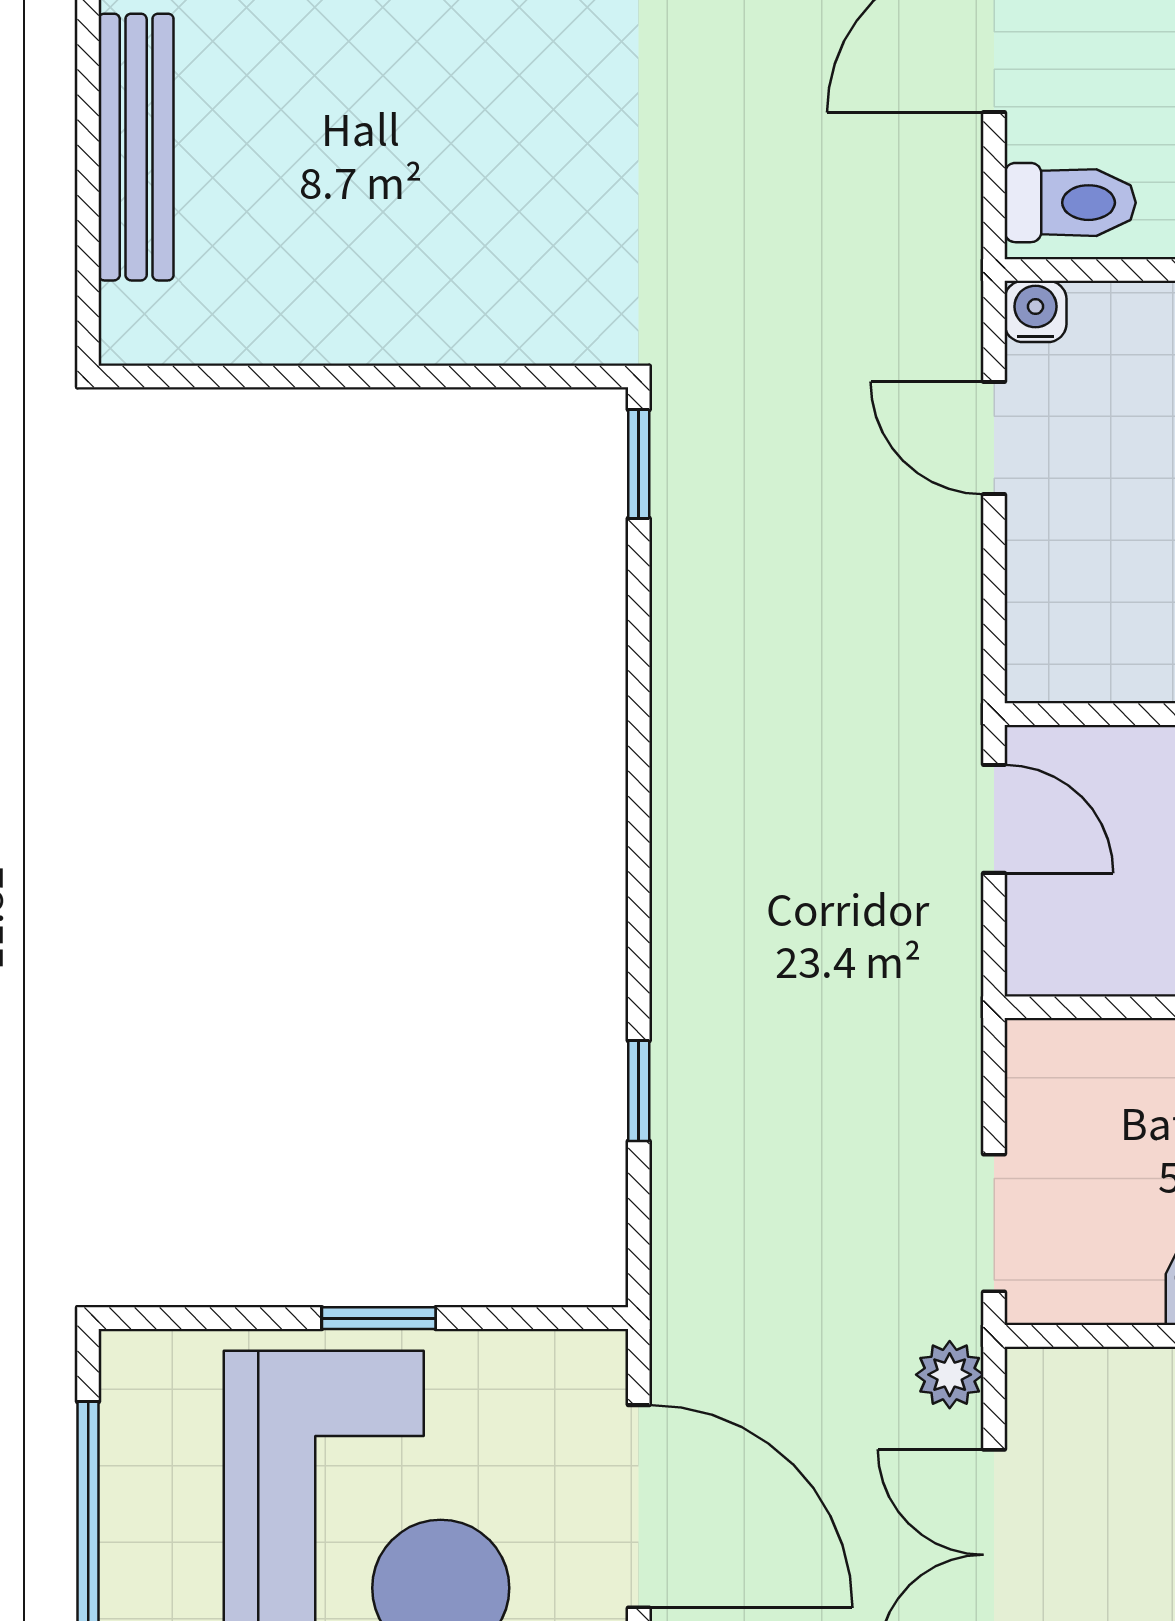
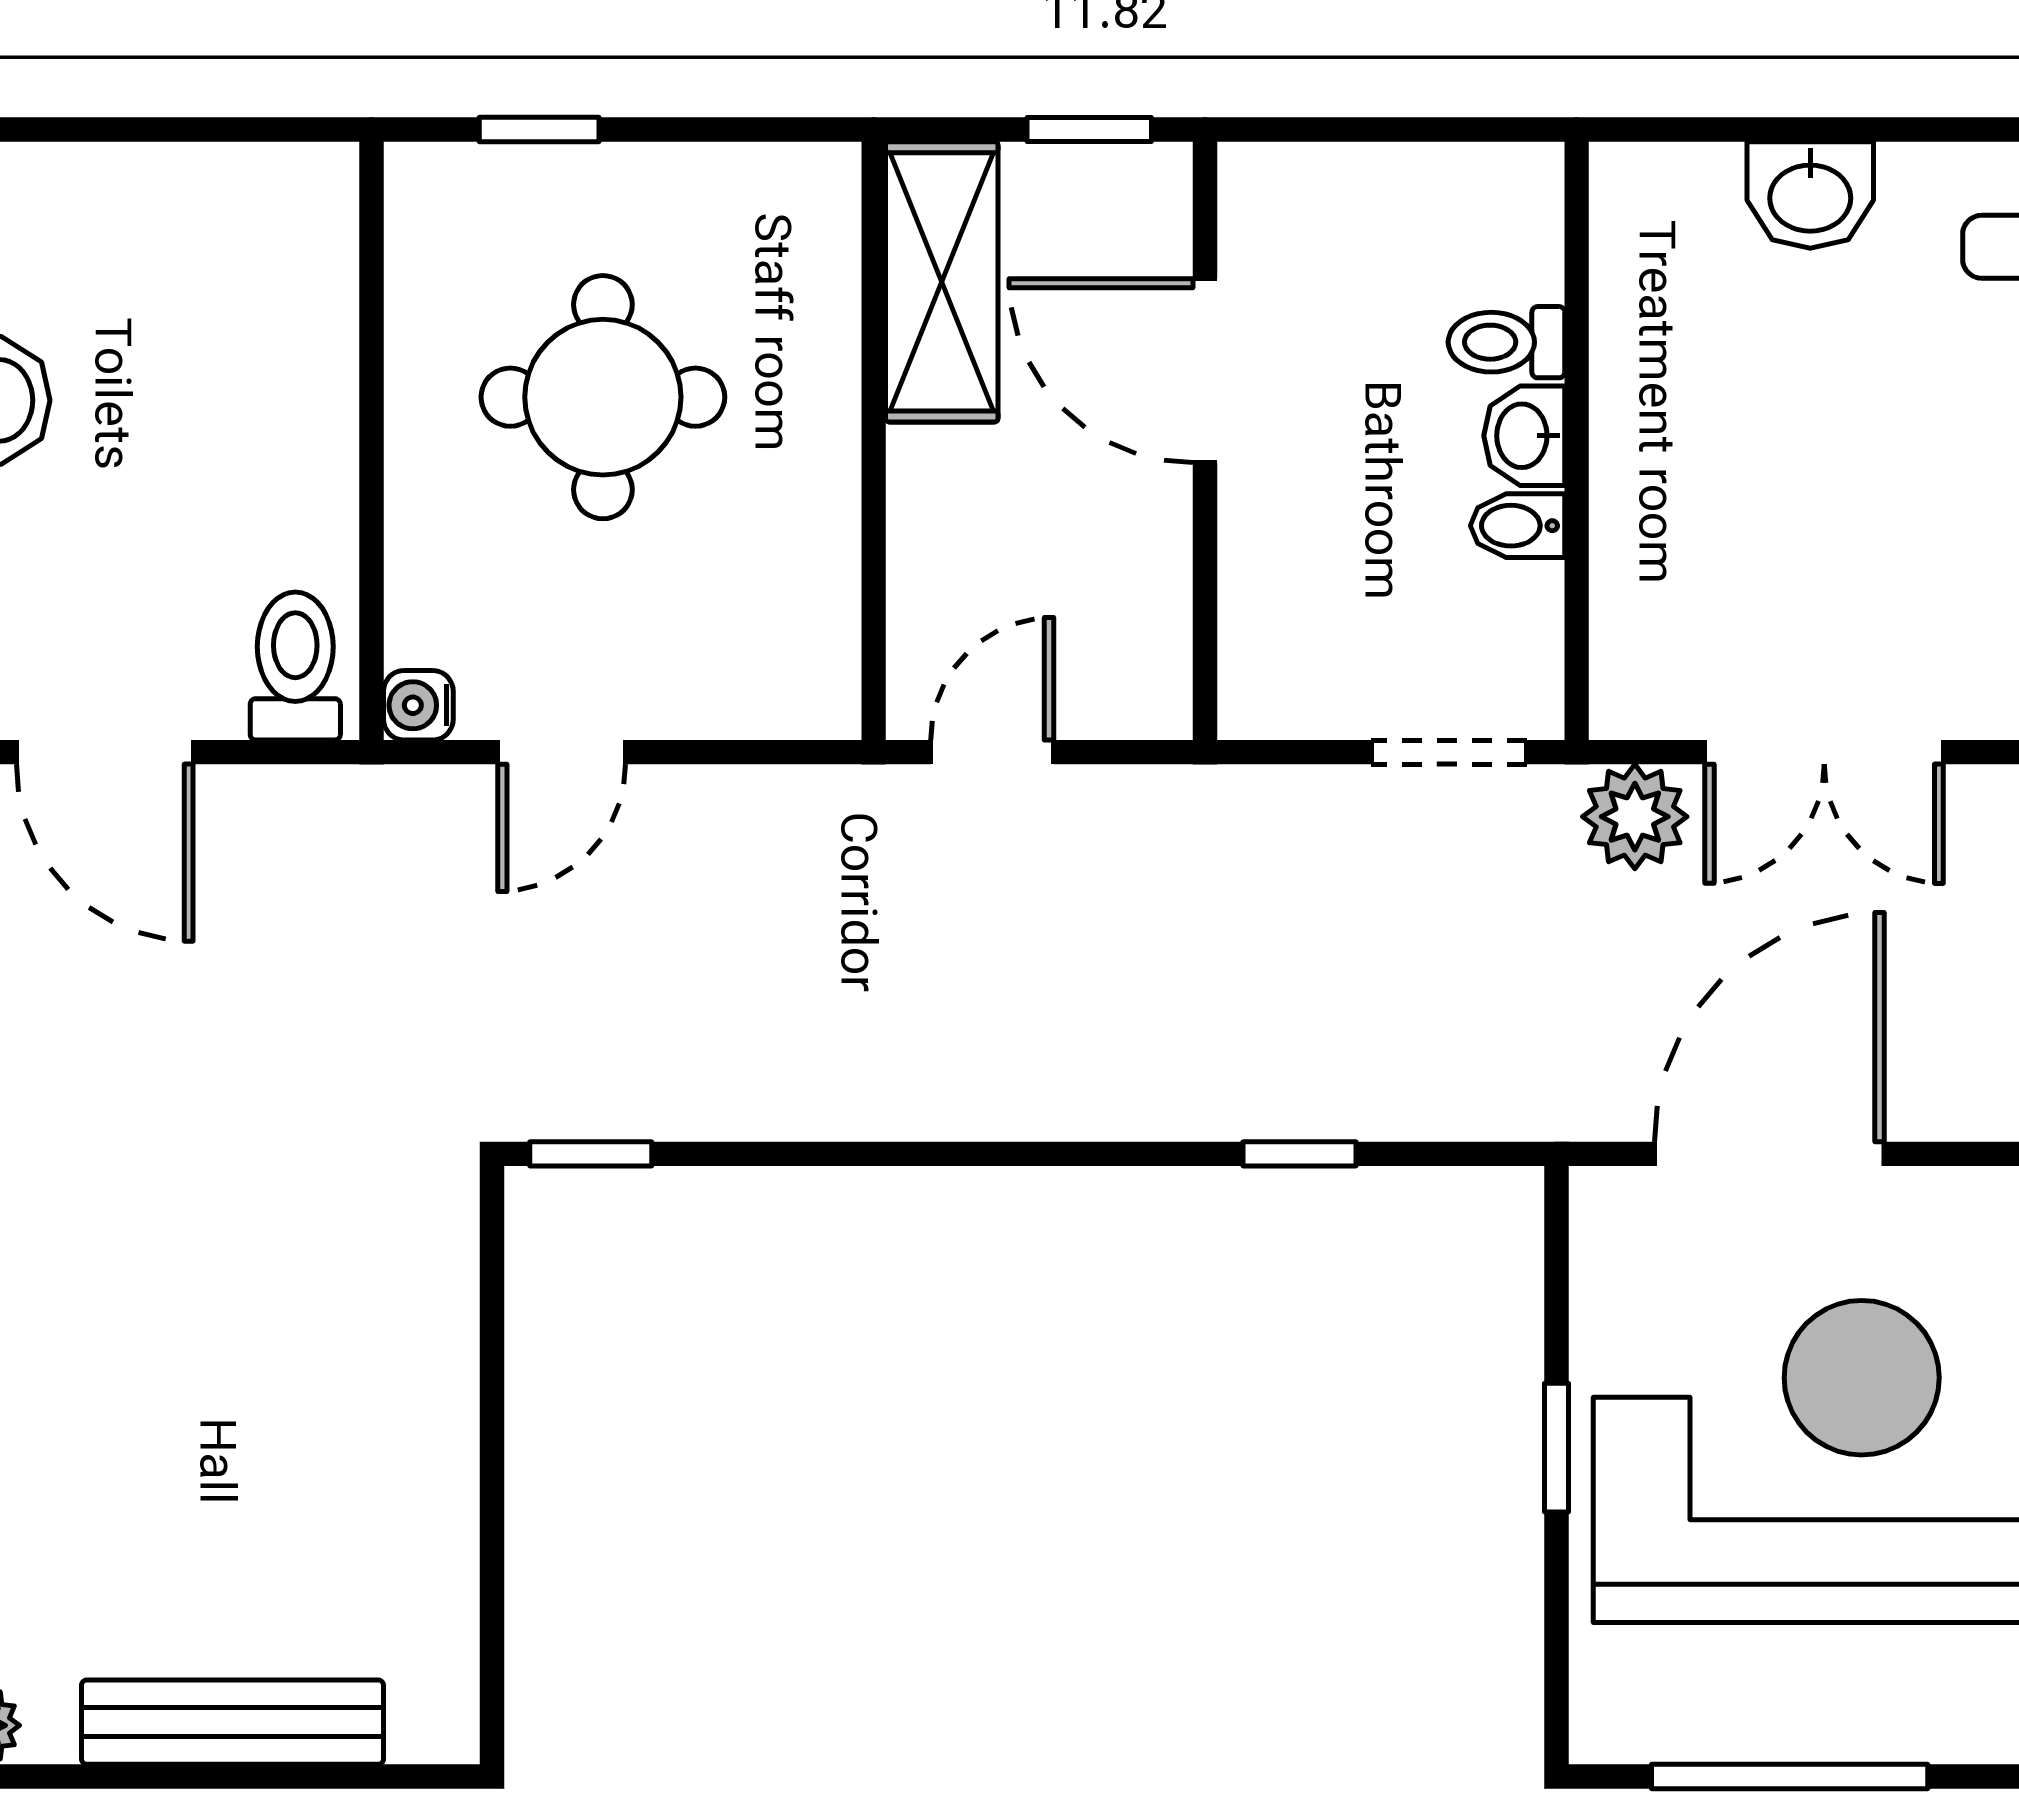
plant: (950, 1375) -> (1635, 817), width x1.38, depth x1.38

